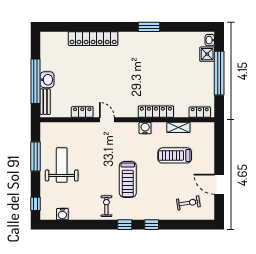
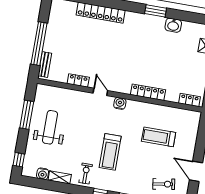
washbasin: (47, 80) -> (173, 25), moved, turned 90
shelving: (178, 127) -> (60, 177), moved
water cooler: (145, 128) -> (120, 103), moved

